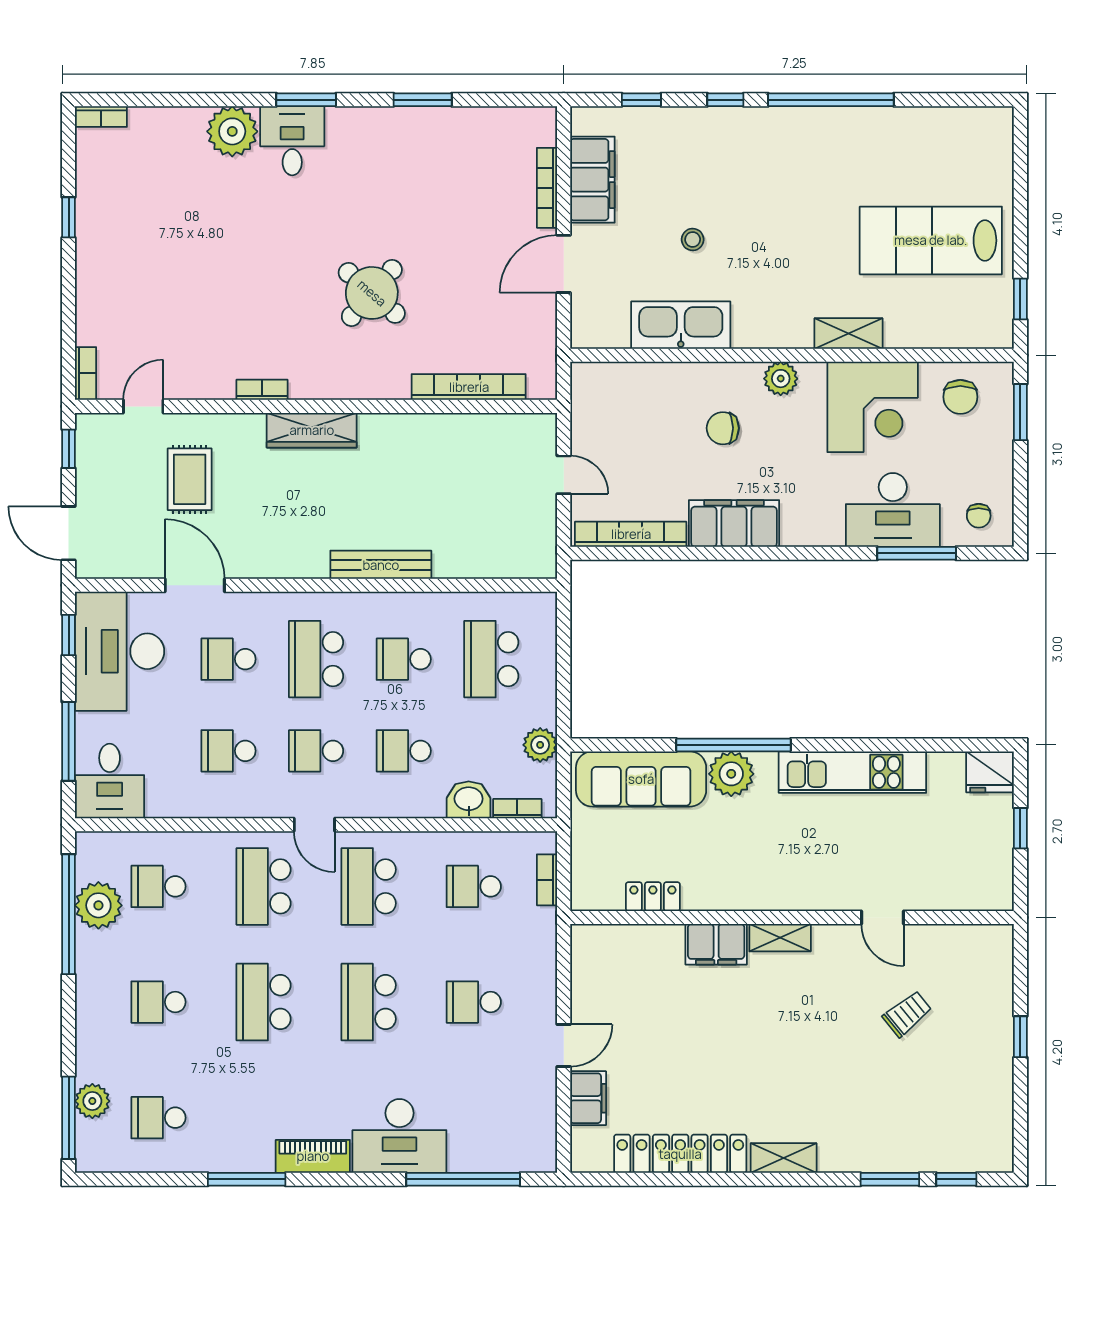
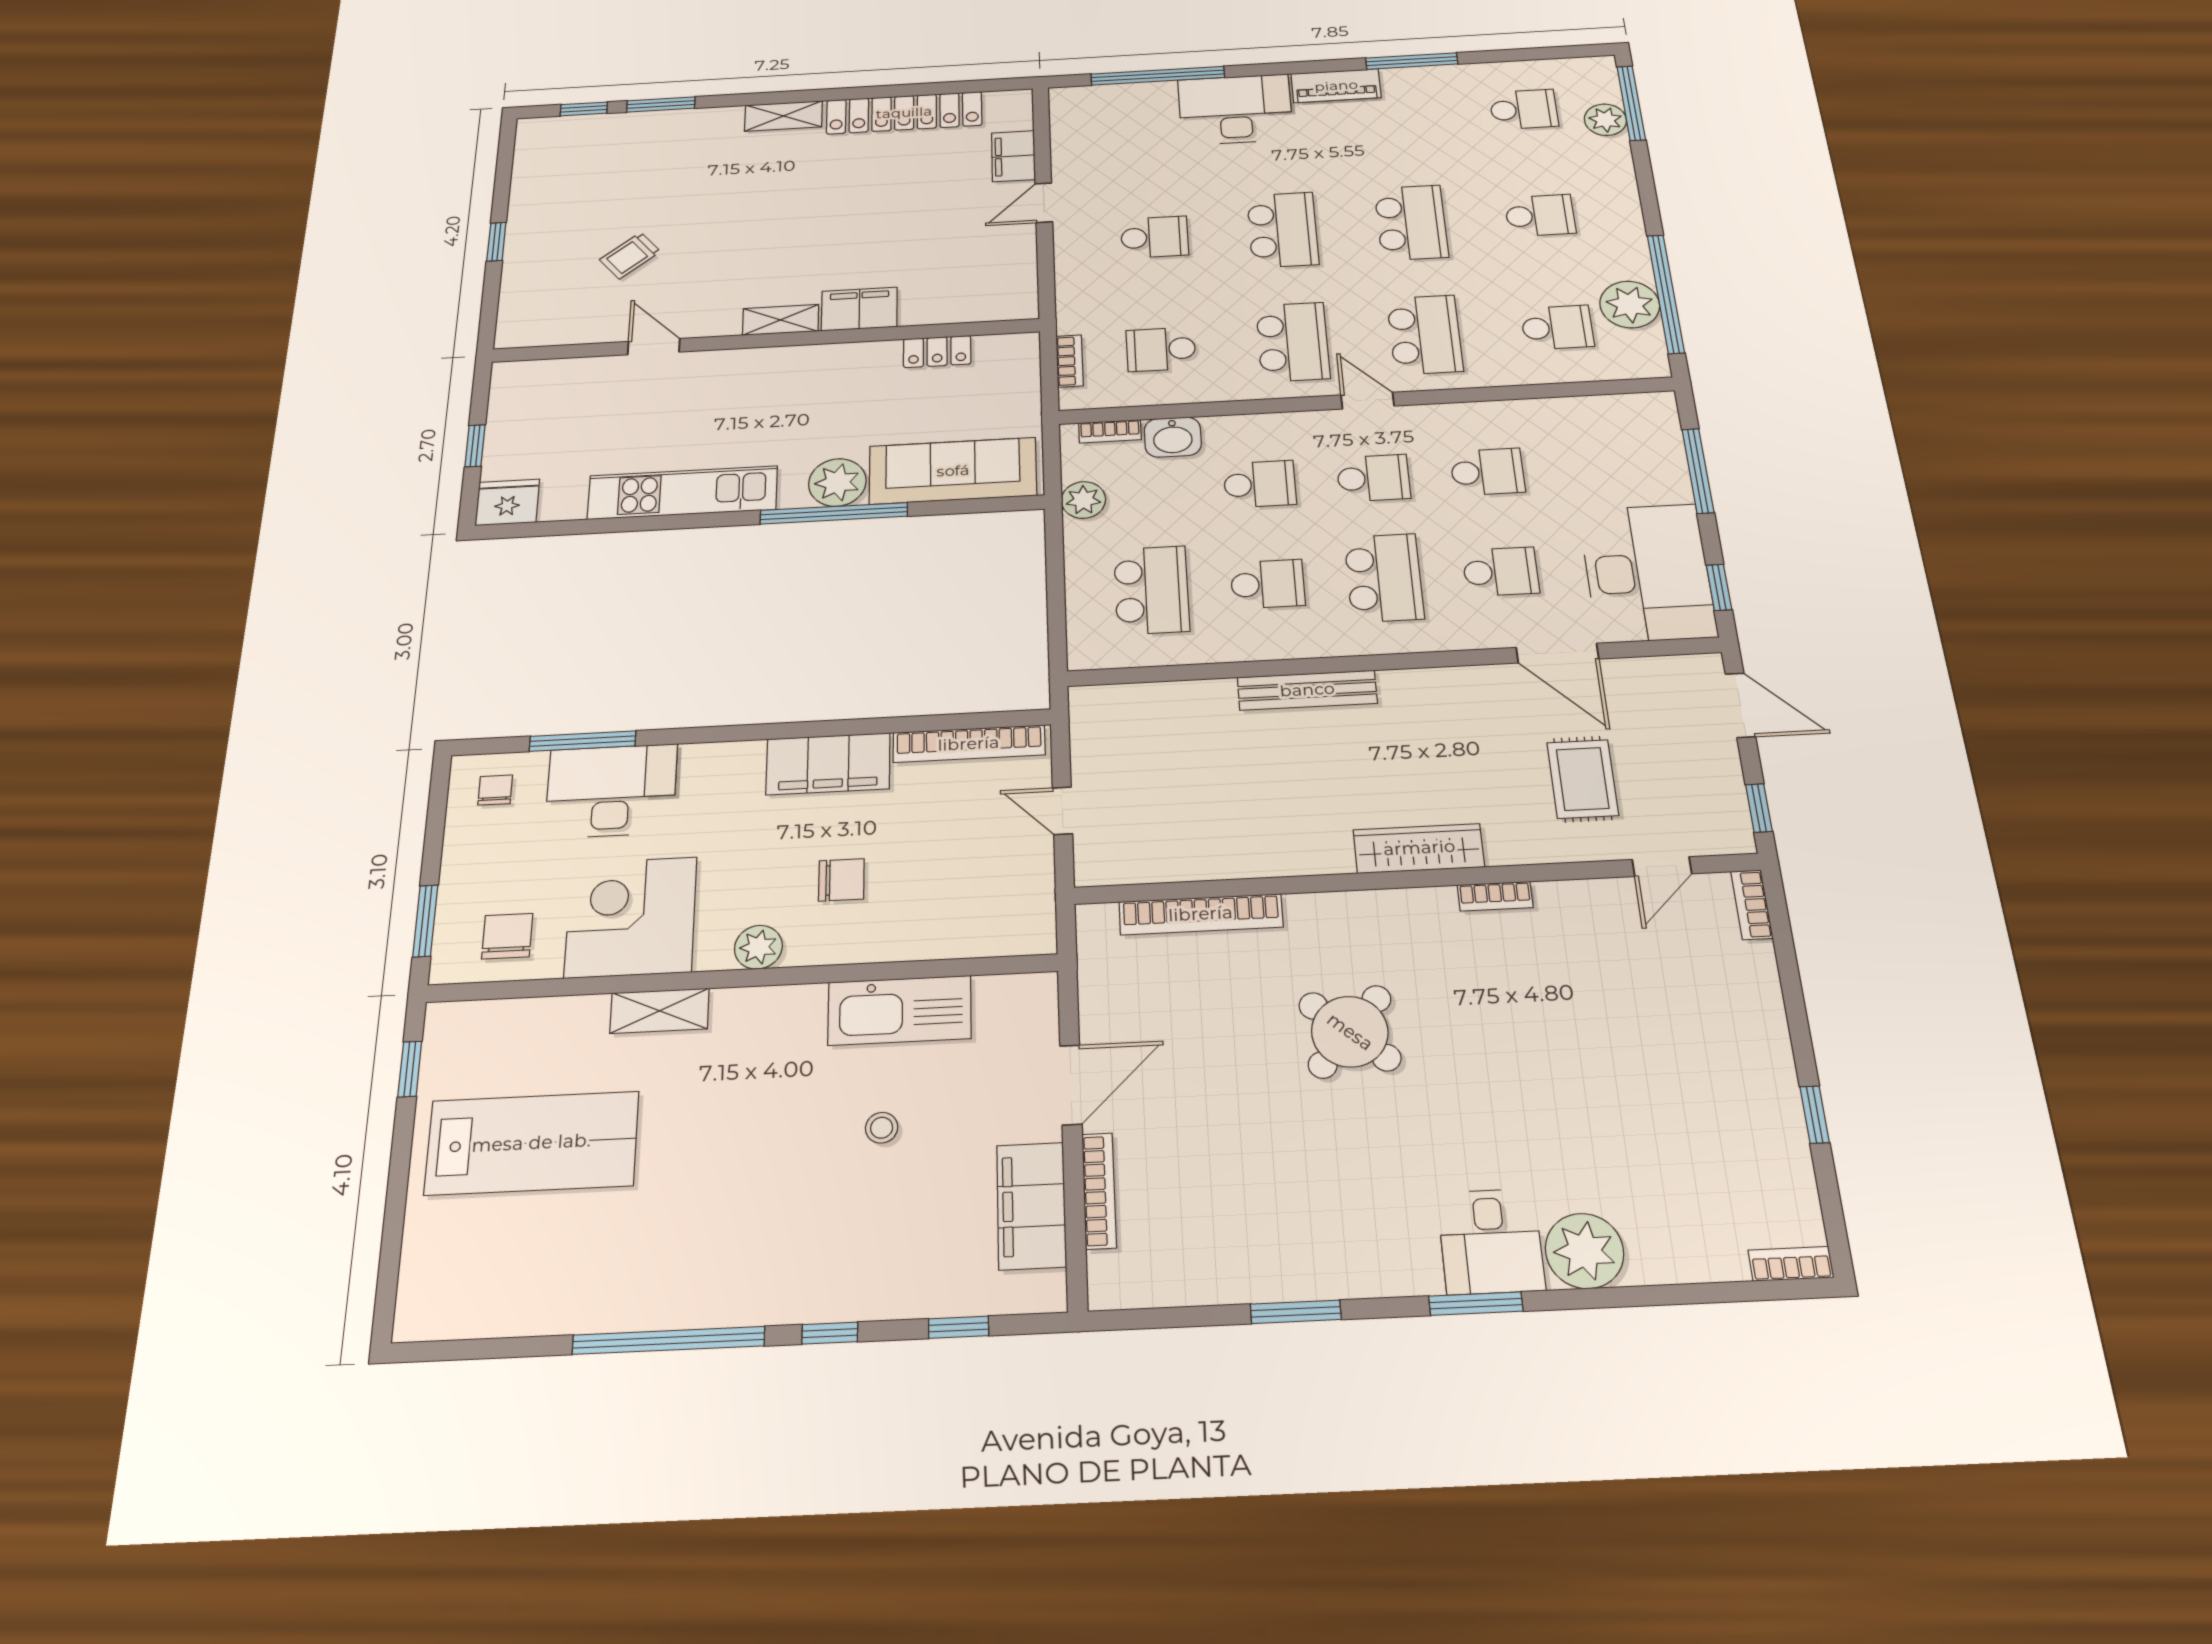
desk: (110, 781) -> (1637, 432), removed
school desk: (474, 886) -> (1161, 349), turned 180

